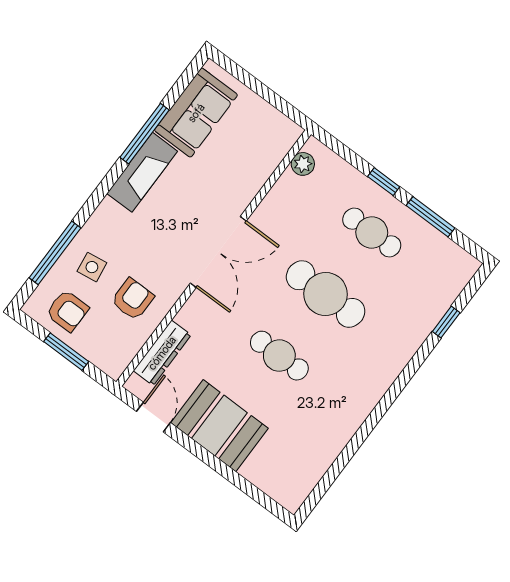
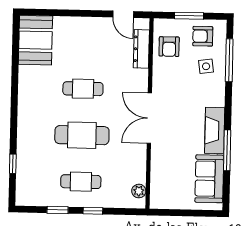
window: (430, 217) -> (58, 210), width x0.67
armchair: (133, 299) -> (169, 47), moved
booth: (219, 426) -> (35, 40), moved, turned 90

